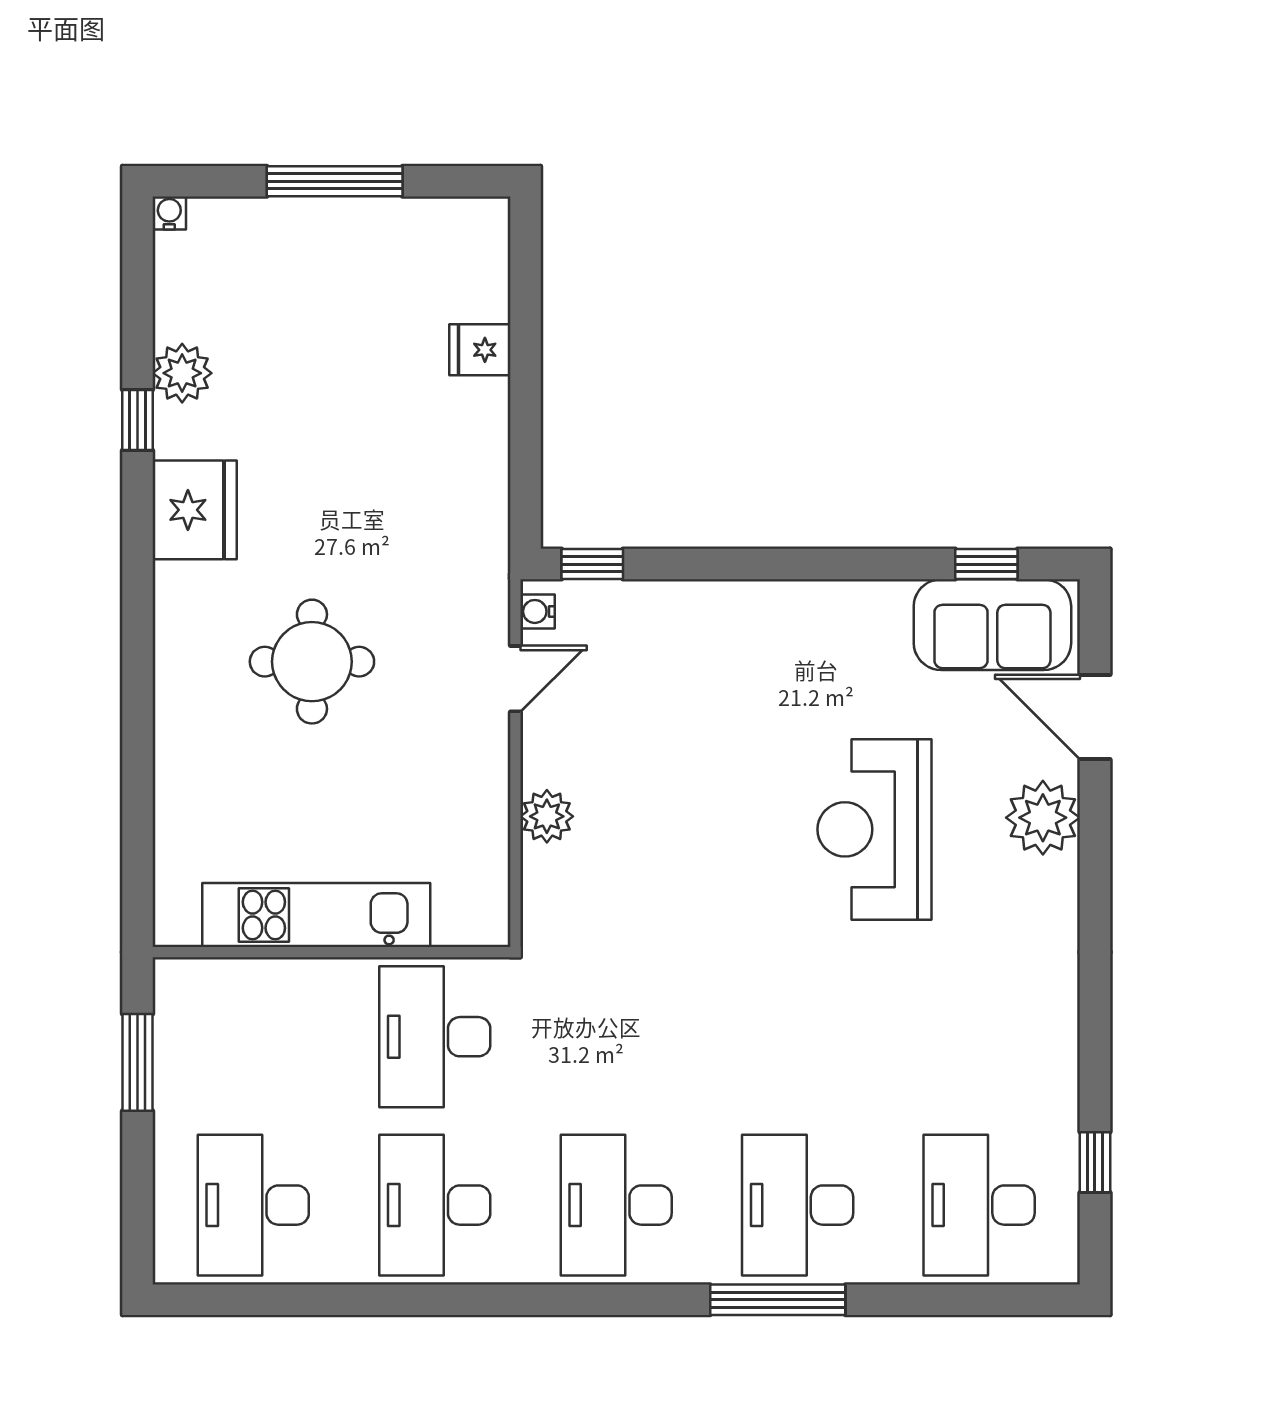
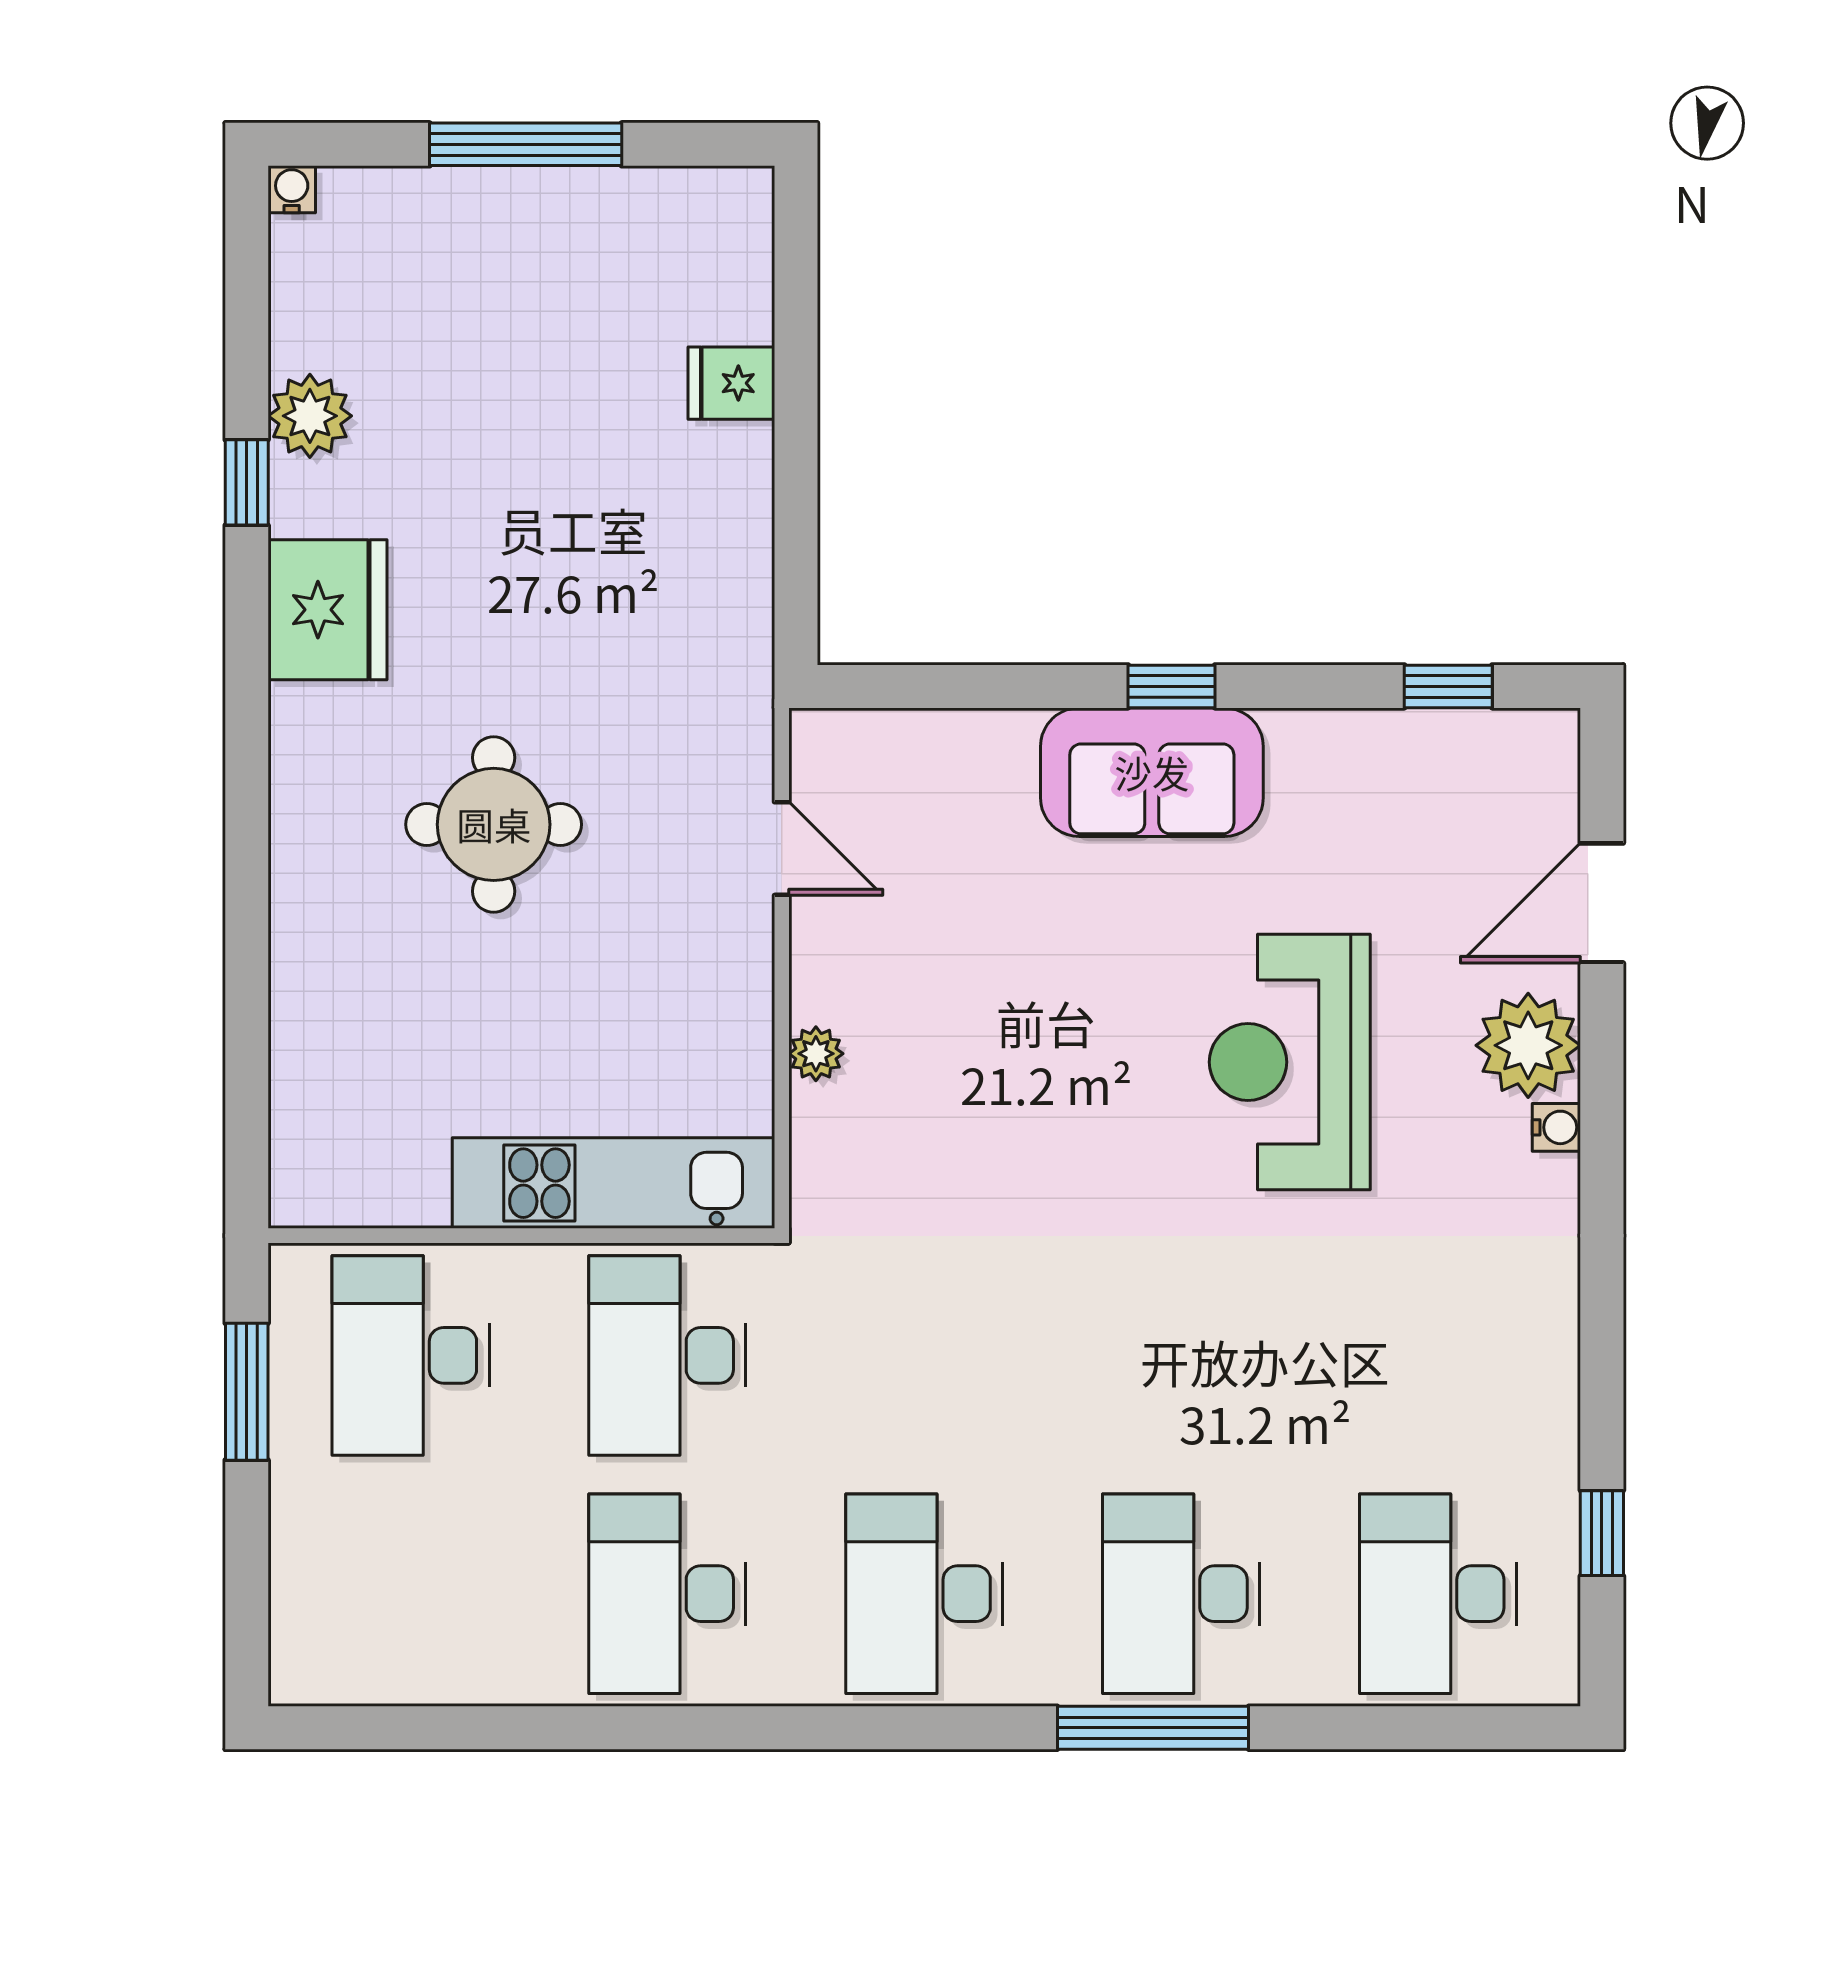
window: (592, 564) -> (1171, 686), moved
water cooler: (537, 611) -> (1556, 1127), moved, turned 180
sofa: (992, 625) -> (1152, 772), moved
door: (515, 679) -> (782, 849), hinge flipped
door: (1095, 717) -> (1602, 903), hinge flipped
plant: (547, 816) -> (816, 1054), width x0.73, depth x0.73
kitchen unit: (316, 915) -> (613, 1183), moved
desk: (253, 1205) -> (411, 1355), moved

